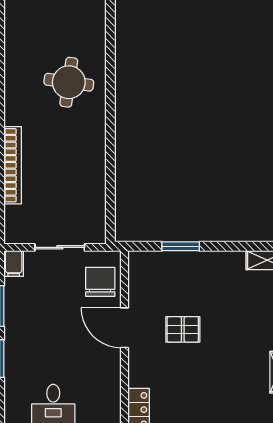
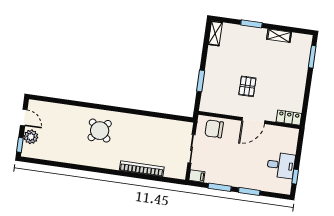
round table: (69, 82) -> (100, 131), turned 34
door: (124, 328) -> (253, 121), moved

